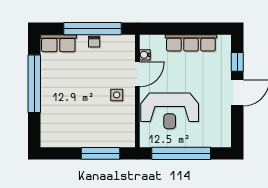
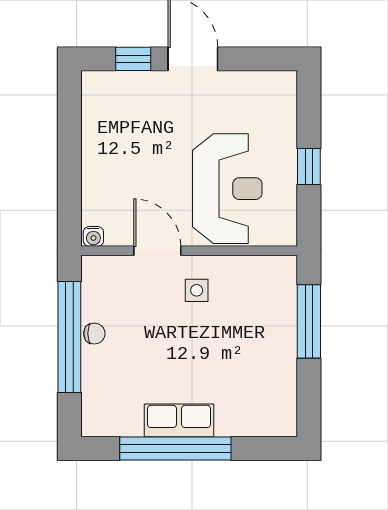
row of seats: (58, 43) -> (179, 420), moved, turned -90
row of seats: (191, 43) -> (97, 148), removed
water cooler: (145, 55) -> (93, 236), moved
window: (181, 153) -> (309, 166), width x0.32

